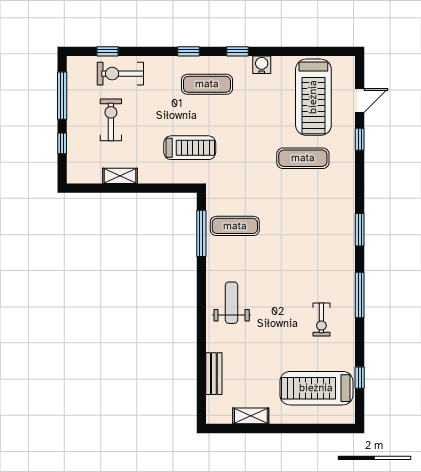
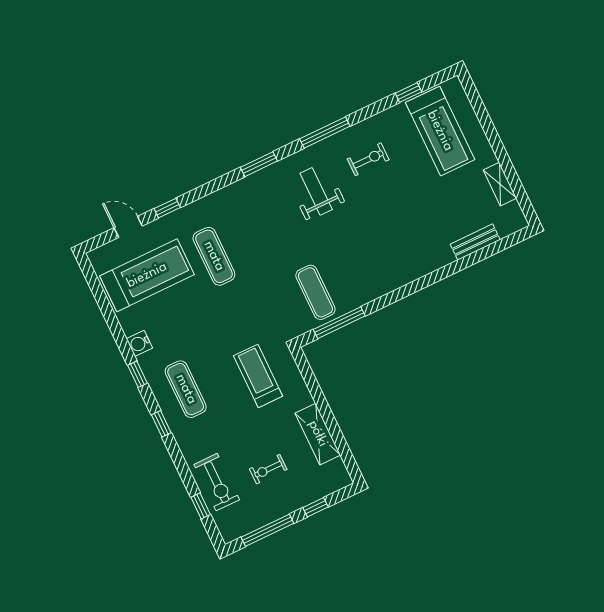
exercise bike: (111, 120) -> (268, 469), width x0.73, depth x0.72
shelving: (120, 176) -> (318, 434), width x1.50, depth x1.33
weight bench: (232, 303) -> (316, 191), moved, turned 90

